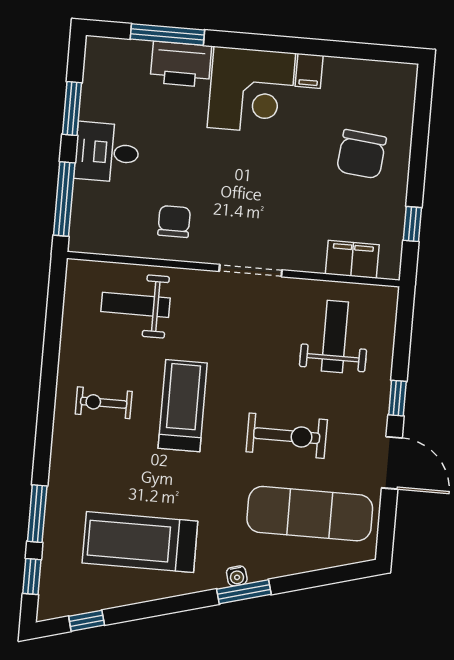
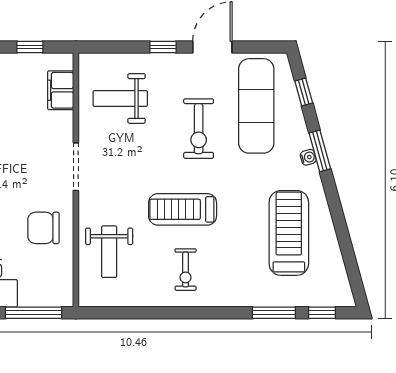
chair: (174, 222) -> (43, 228), width x1.37, depth x1.37
exercise bike: (287, 436) -> (199, 129), turned 180
treadmill: (140, 542) -> (289, 233), turned 180
window: (87, 621) -> (304, 92), moved

